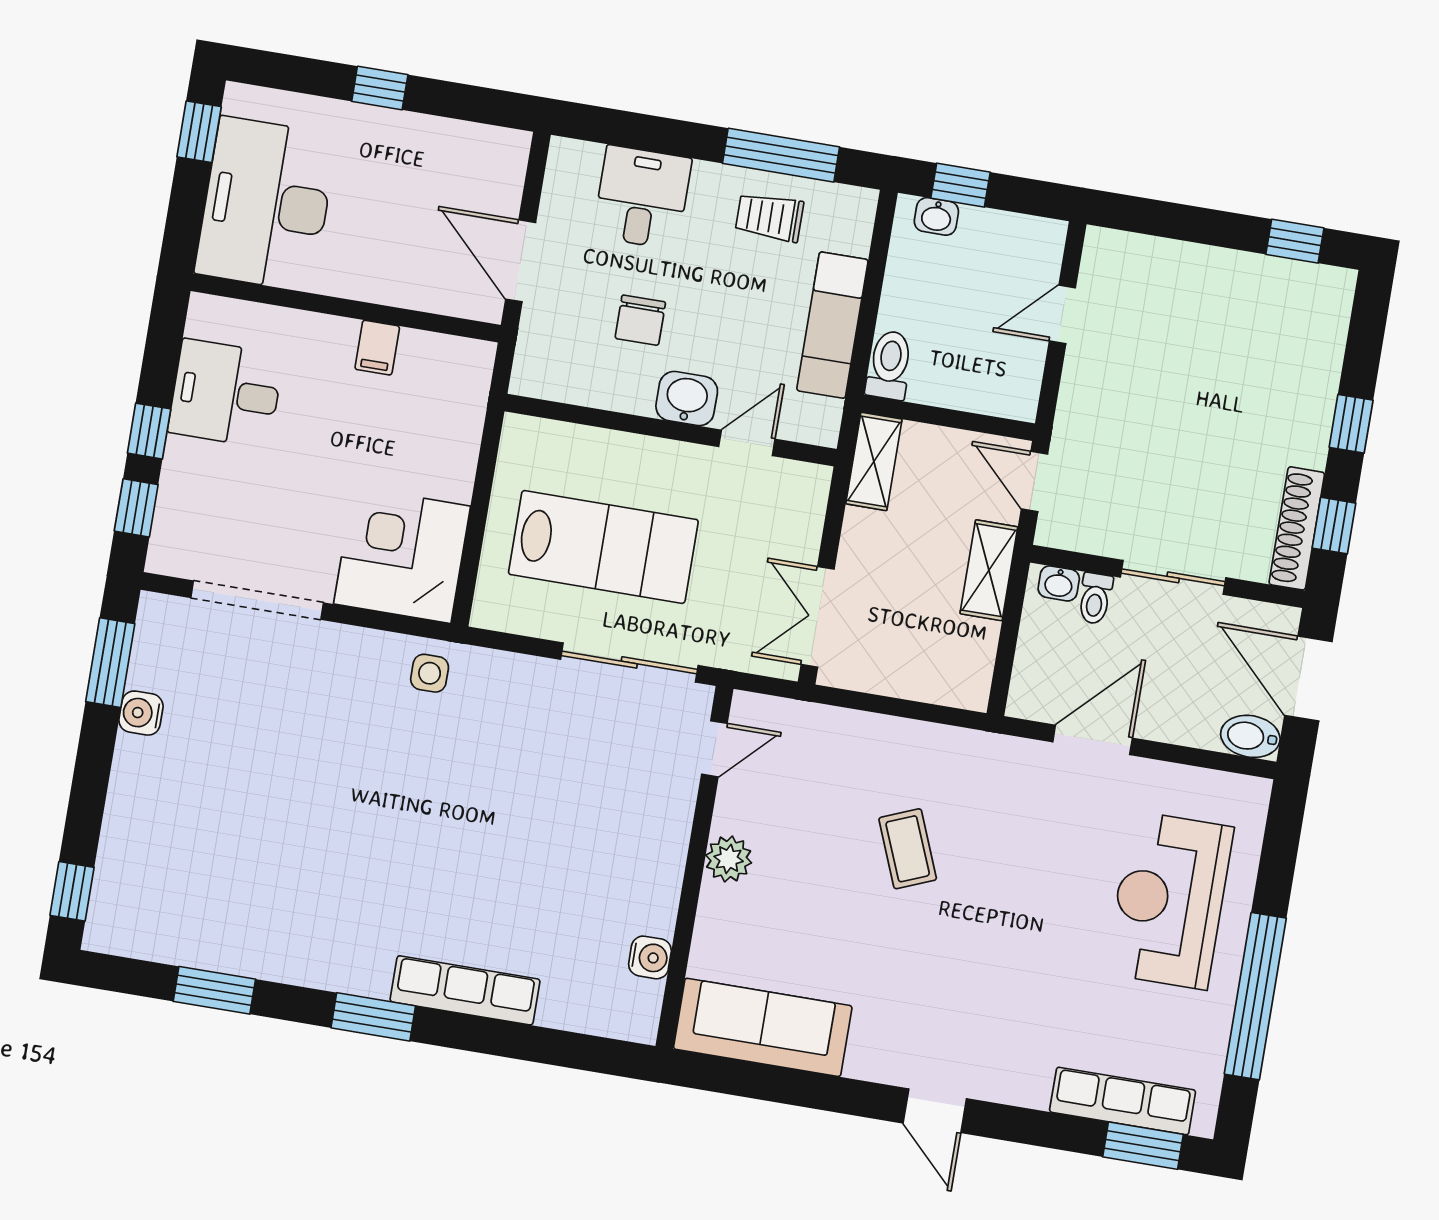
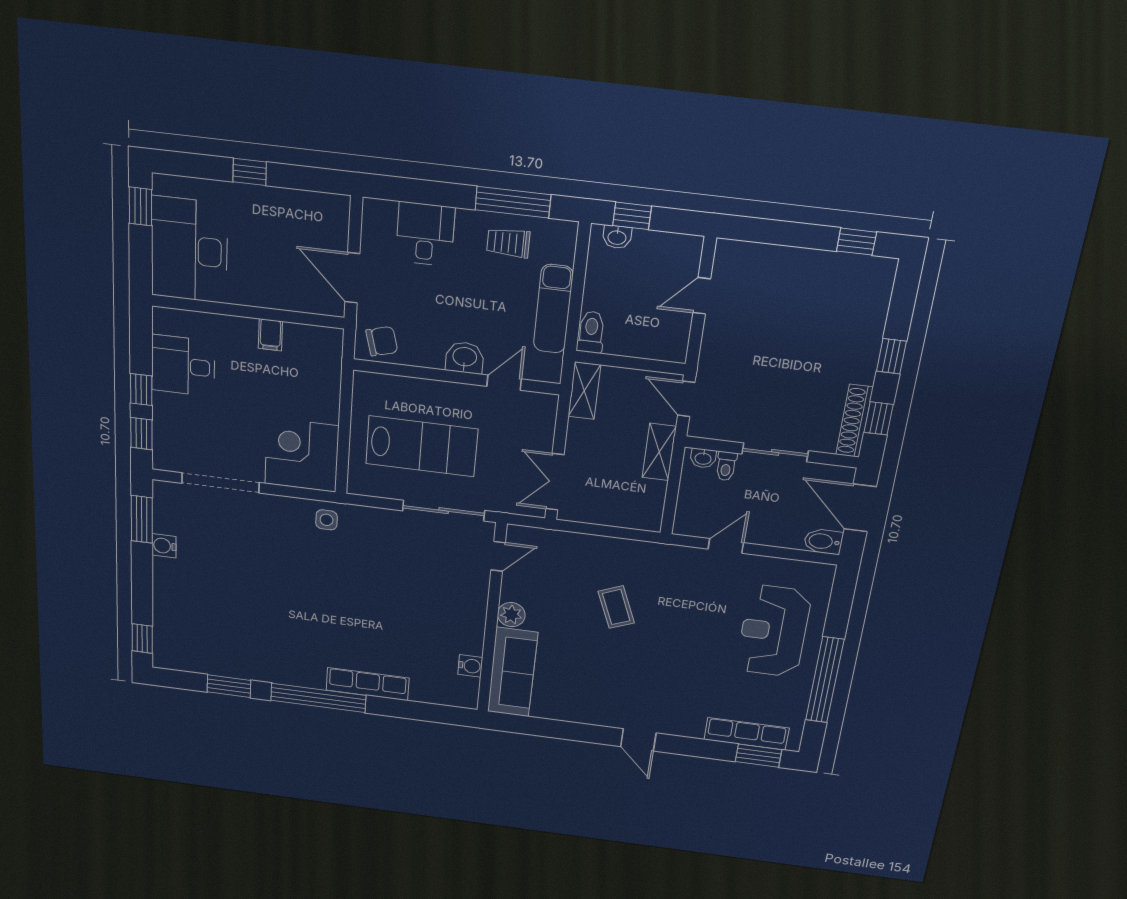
chair: (640, 320) -> (382, 341), moved, turned -105
door: (1093, 740) -> (726, 546), width x0.73
window: (373, 1017) -> (318, 698), width x2.11
sofa: (763, 1027) -> (512, 672), moved, turned 90

